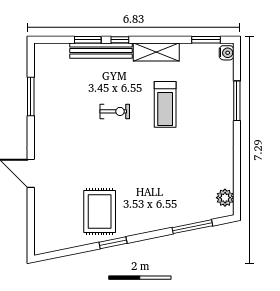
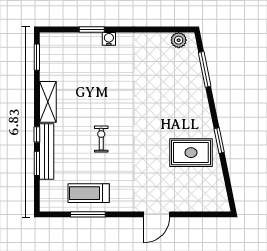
water cooler: (227, 53) -> (109, 39), moved
window: (237, 101) -> (92, 30), width x0.69
treadmill: (165, 104) -> (89, 193), moved, turned 180

